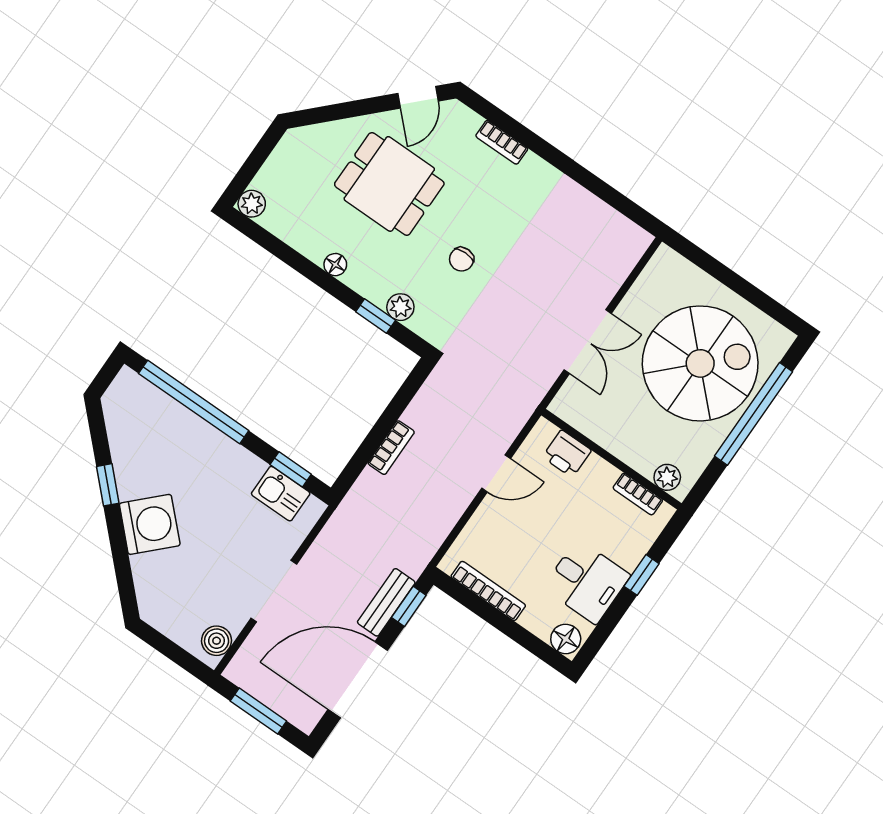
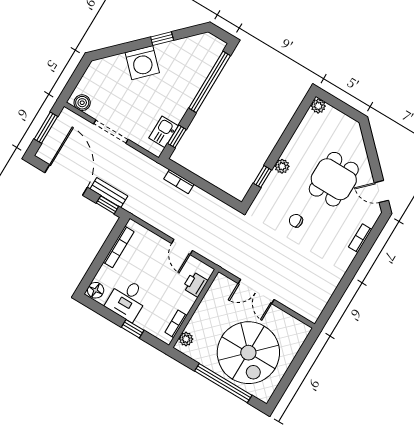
floor lamp: (335, 265) -> (289, 153), removed
plant: (400, 307) -> (282, 166), moved
bookcase: (391, 448) -> (179, 182), moved

